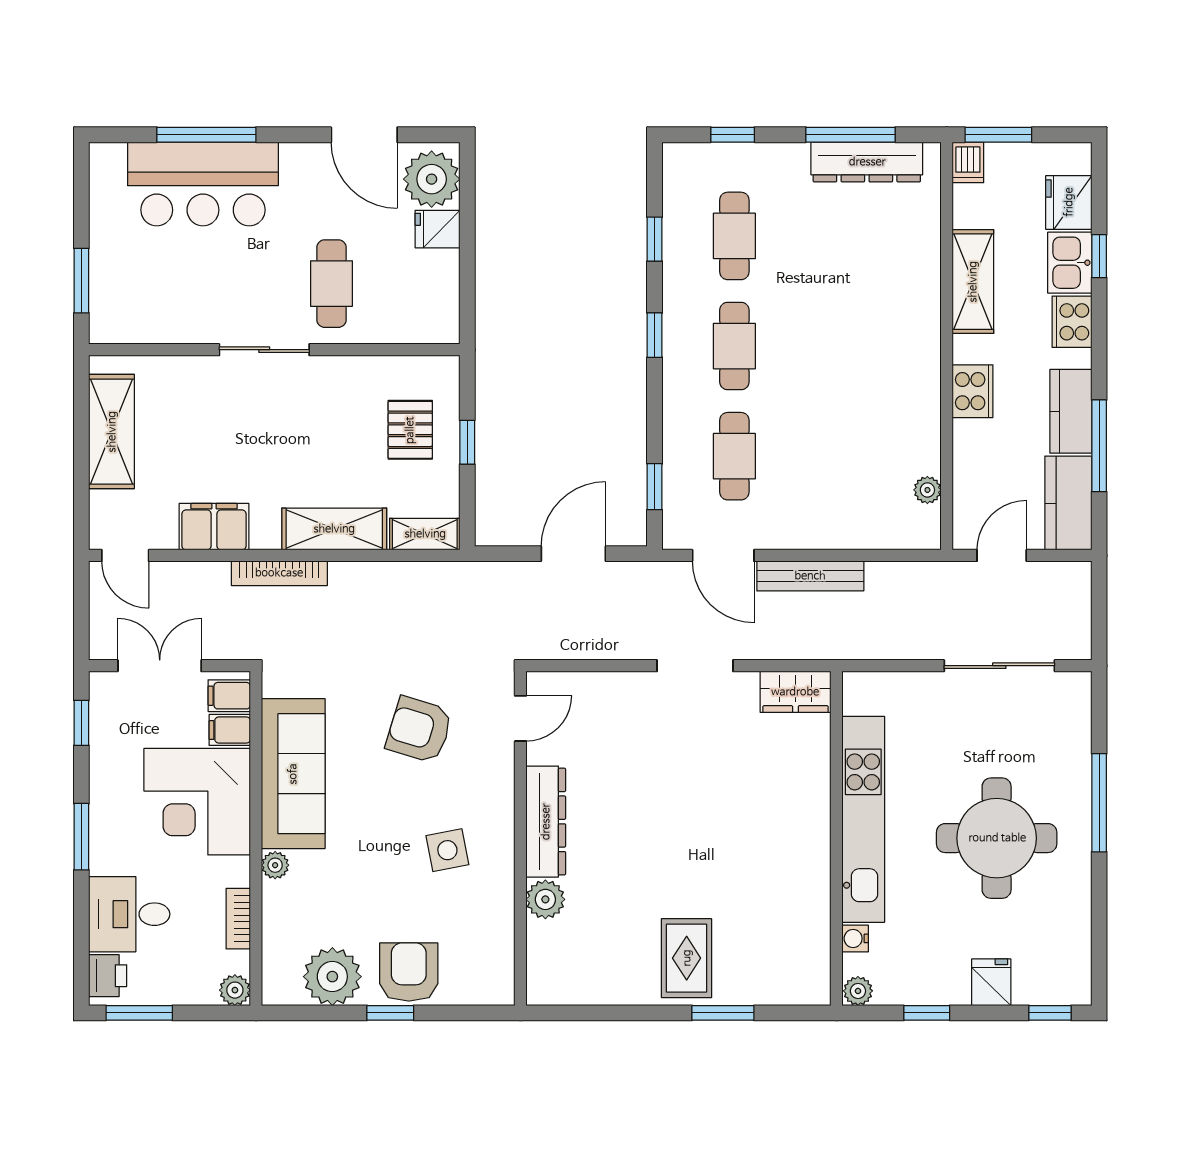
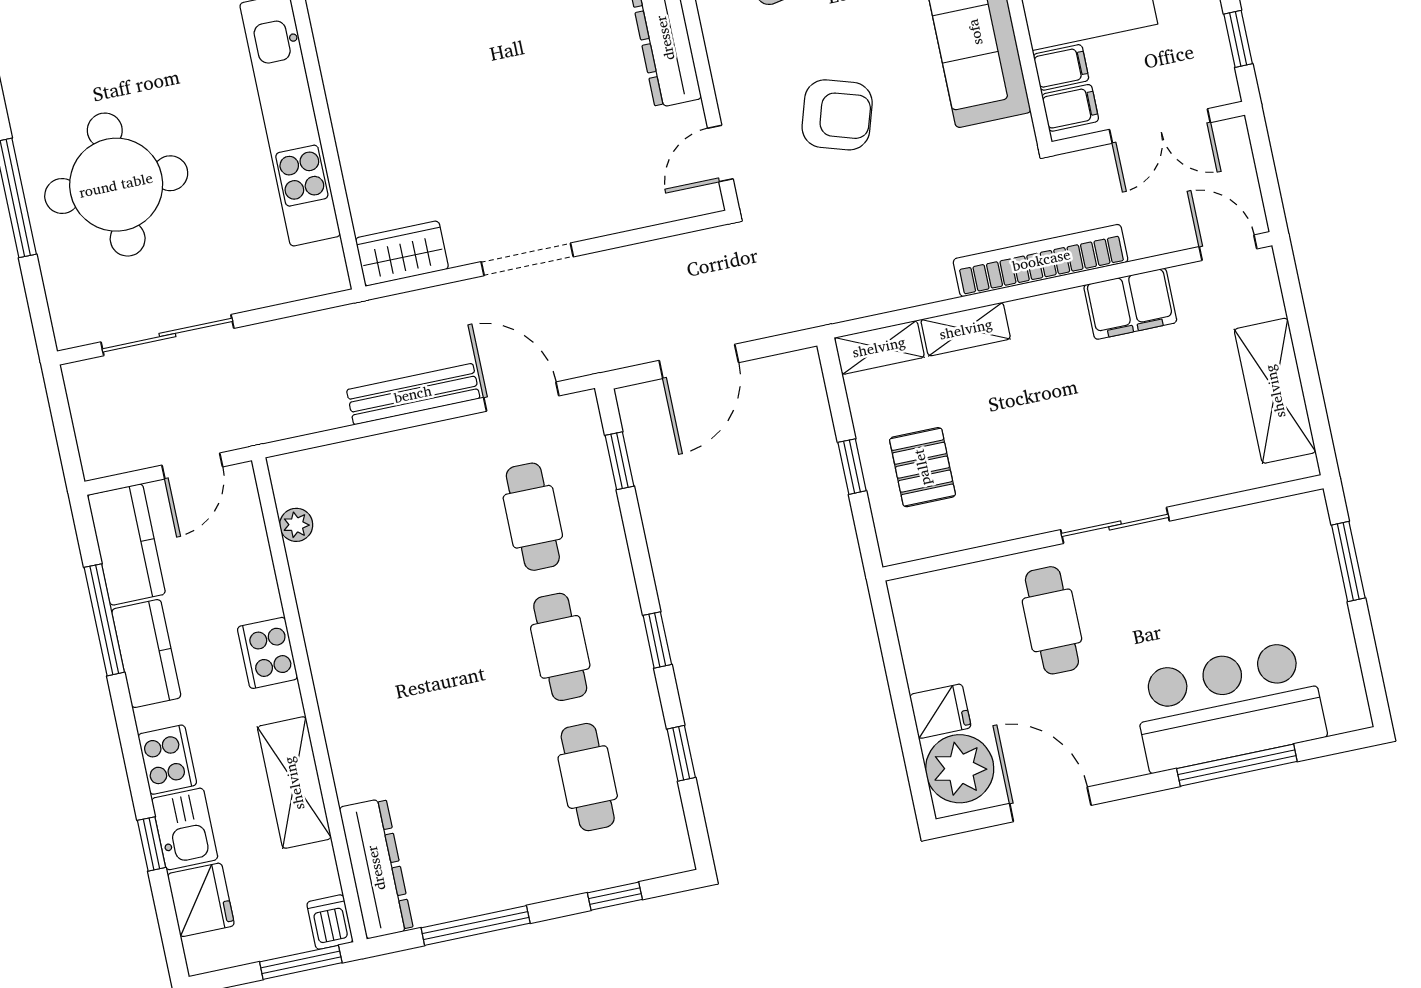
dresser: (867, 162) -> (376, 868), moved, turned 90
shelving: (334, 529) -> (966, 329), width x0.67, depth x0.75
bookcase: (279, 573) -> (1041, 260), width x1.48, depth x1.31
round table: (997, 838) -> (116, 185), moved

